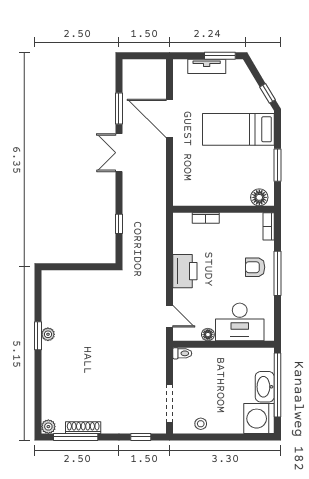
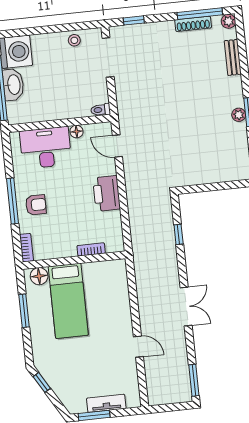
window: (119, 108) -> (194, 380), moved
door: (170, 118) -> (138, 347), width x0.53
bed: (238, 129) -> (68, 301), moved, turned 90
bench: (48, 391) -> (233, 57), added

